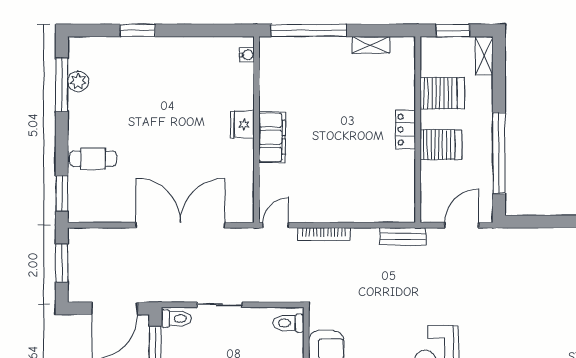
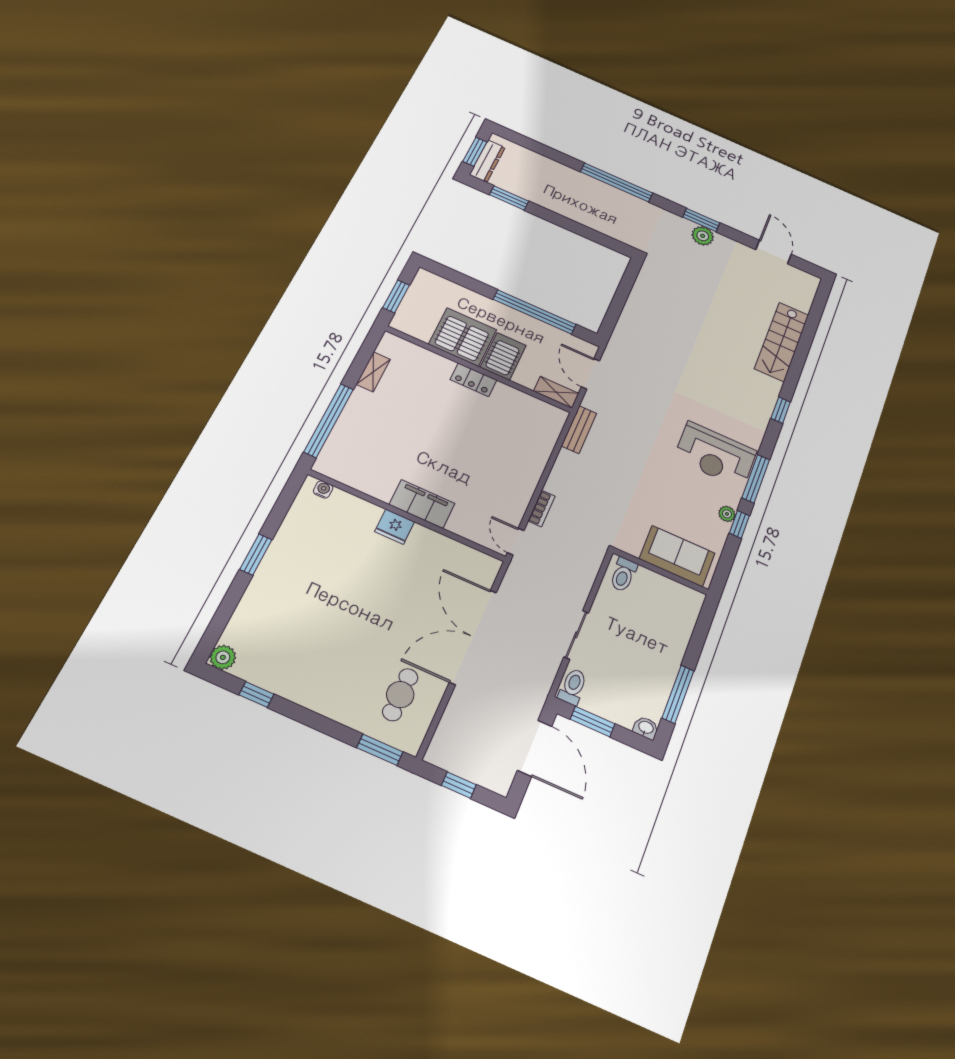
window: (138, 30) -> (256, 554), moved
shelving: (484, 56) -> (556, 392), moved
plant: (78, 81) -> (223, 657), moved
window: (62, 85) -> (256, 695), width x0.46
server rack: (442, 93) -> (463, 337), width x1.60
cafe table: (93, 159) -> (400, 695), moved
bookcase: (324, 234) -> (542, 509), width x0.64
window: (62, 263) -> (459, 785), width x0.67

